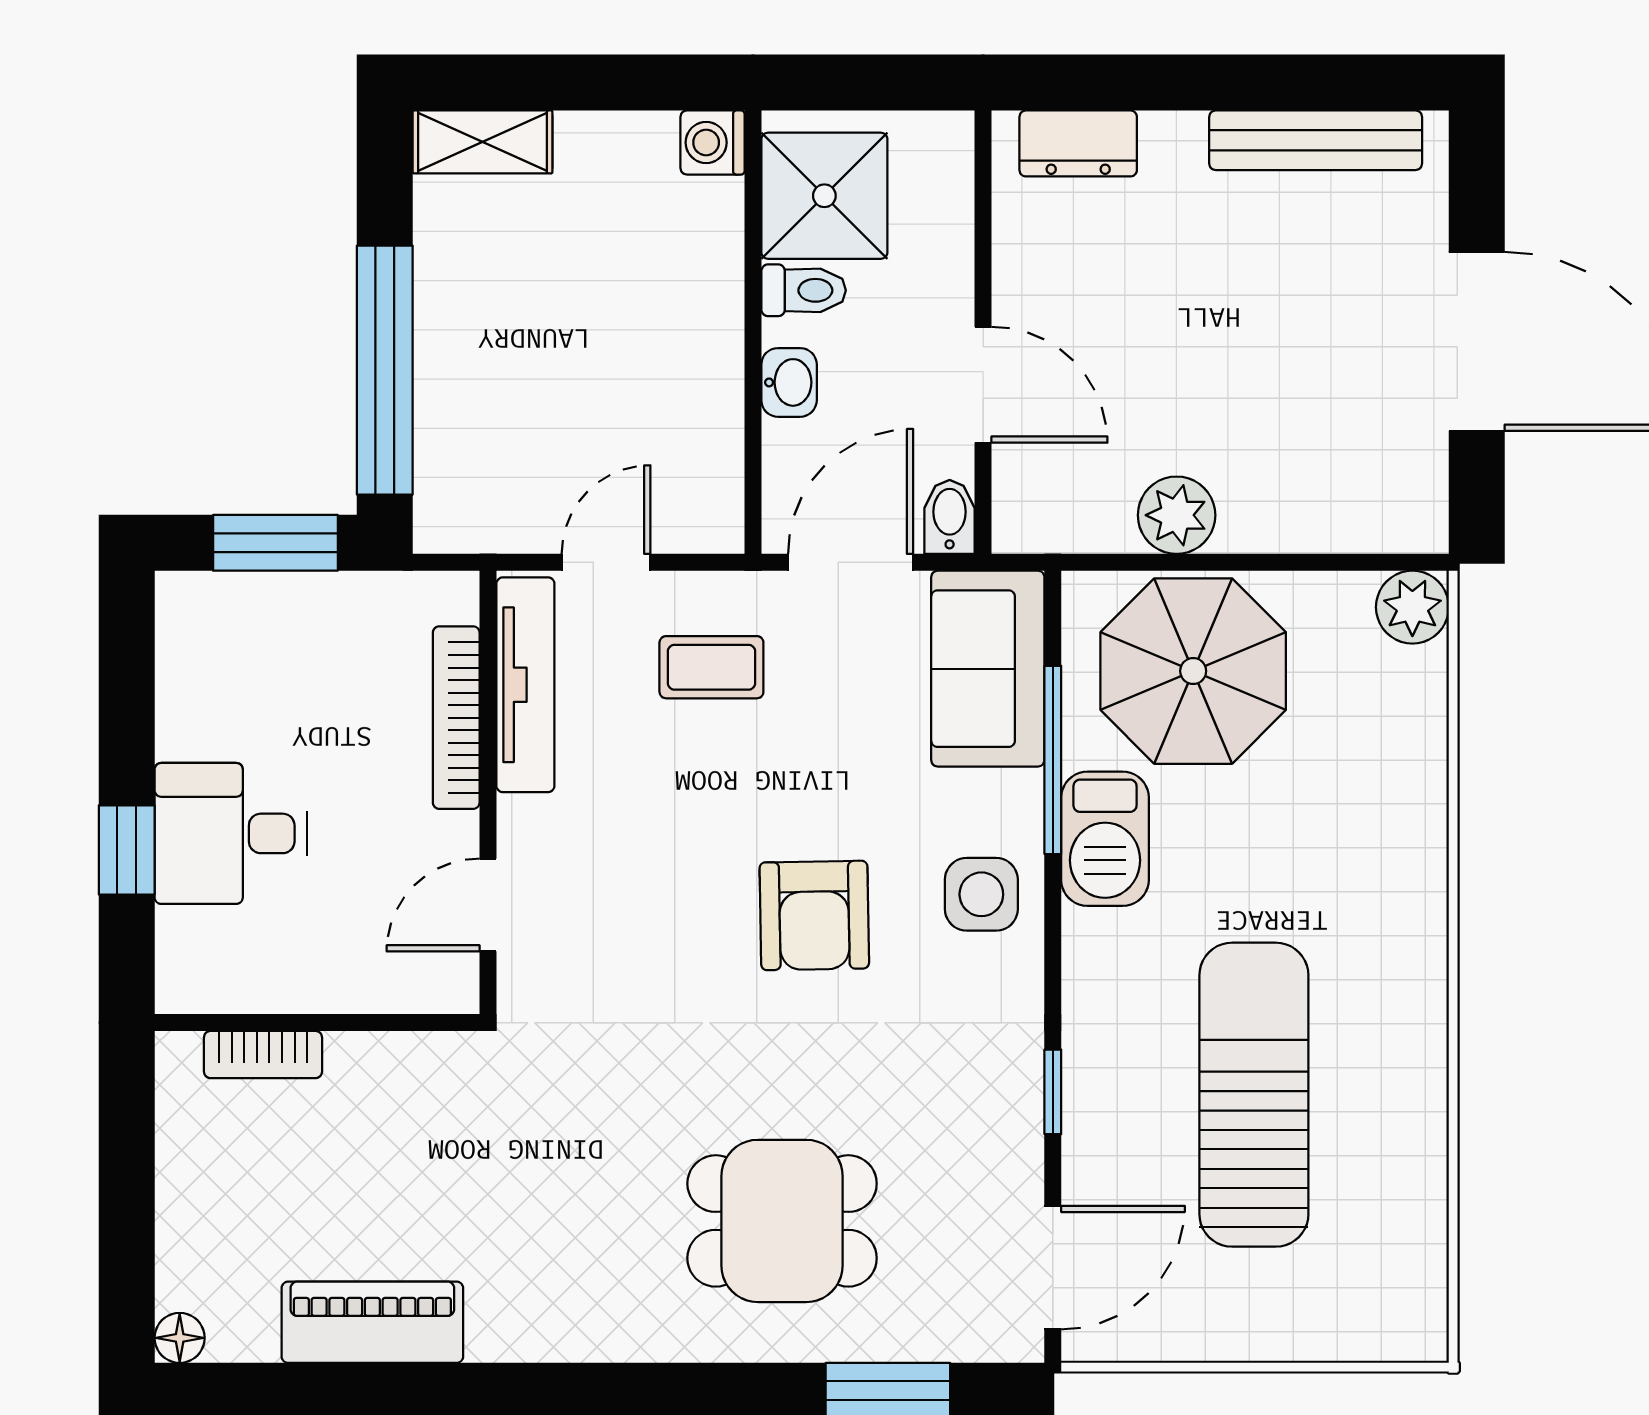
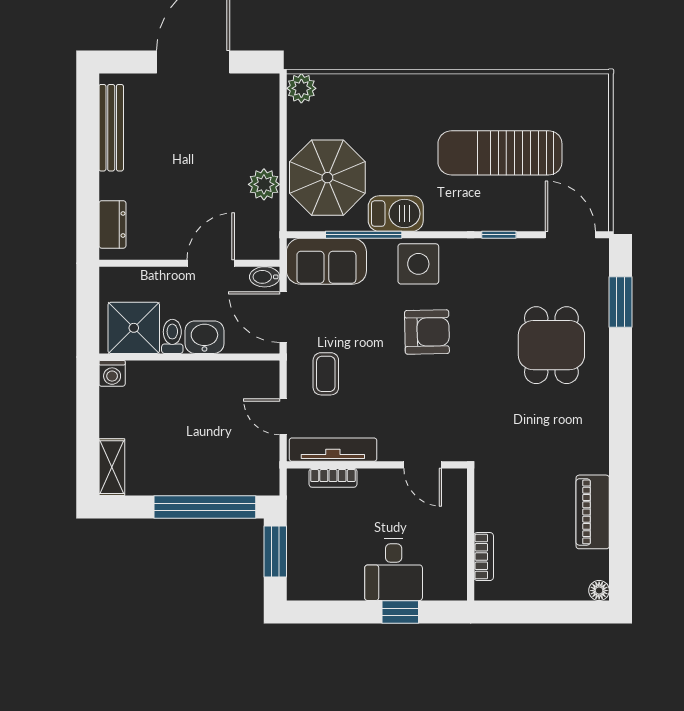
washbasin: (789, 382) -> (204, 337), width x1.38, depth x1.45
bookcase: (456, 718) -> (333, 478), width x0.64
side table: (981, 894) -> (418, 264), width x1.37, depth x1.37

